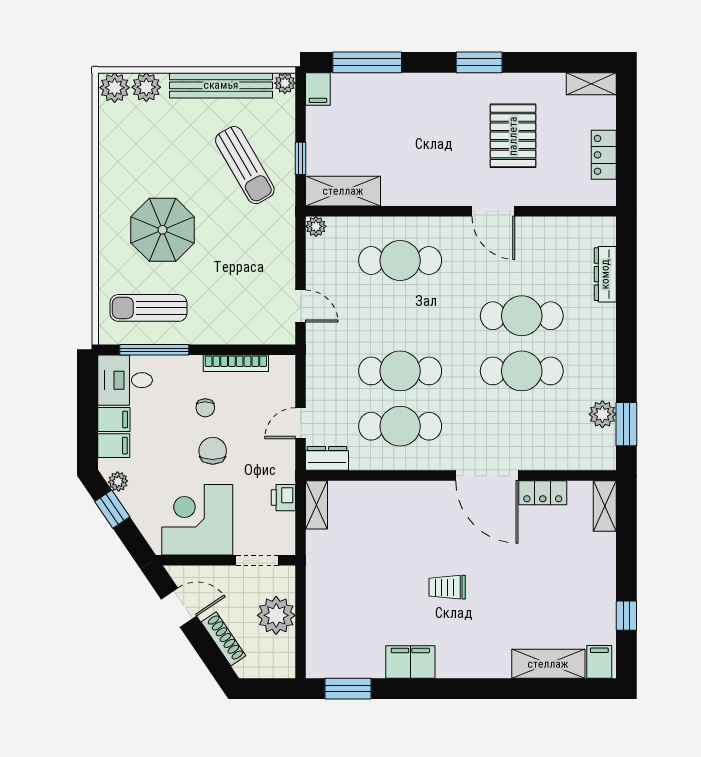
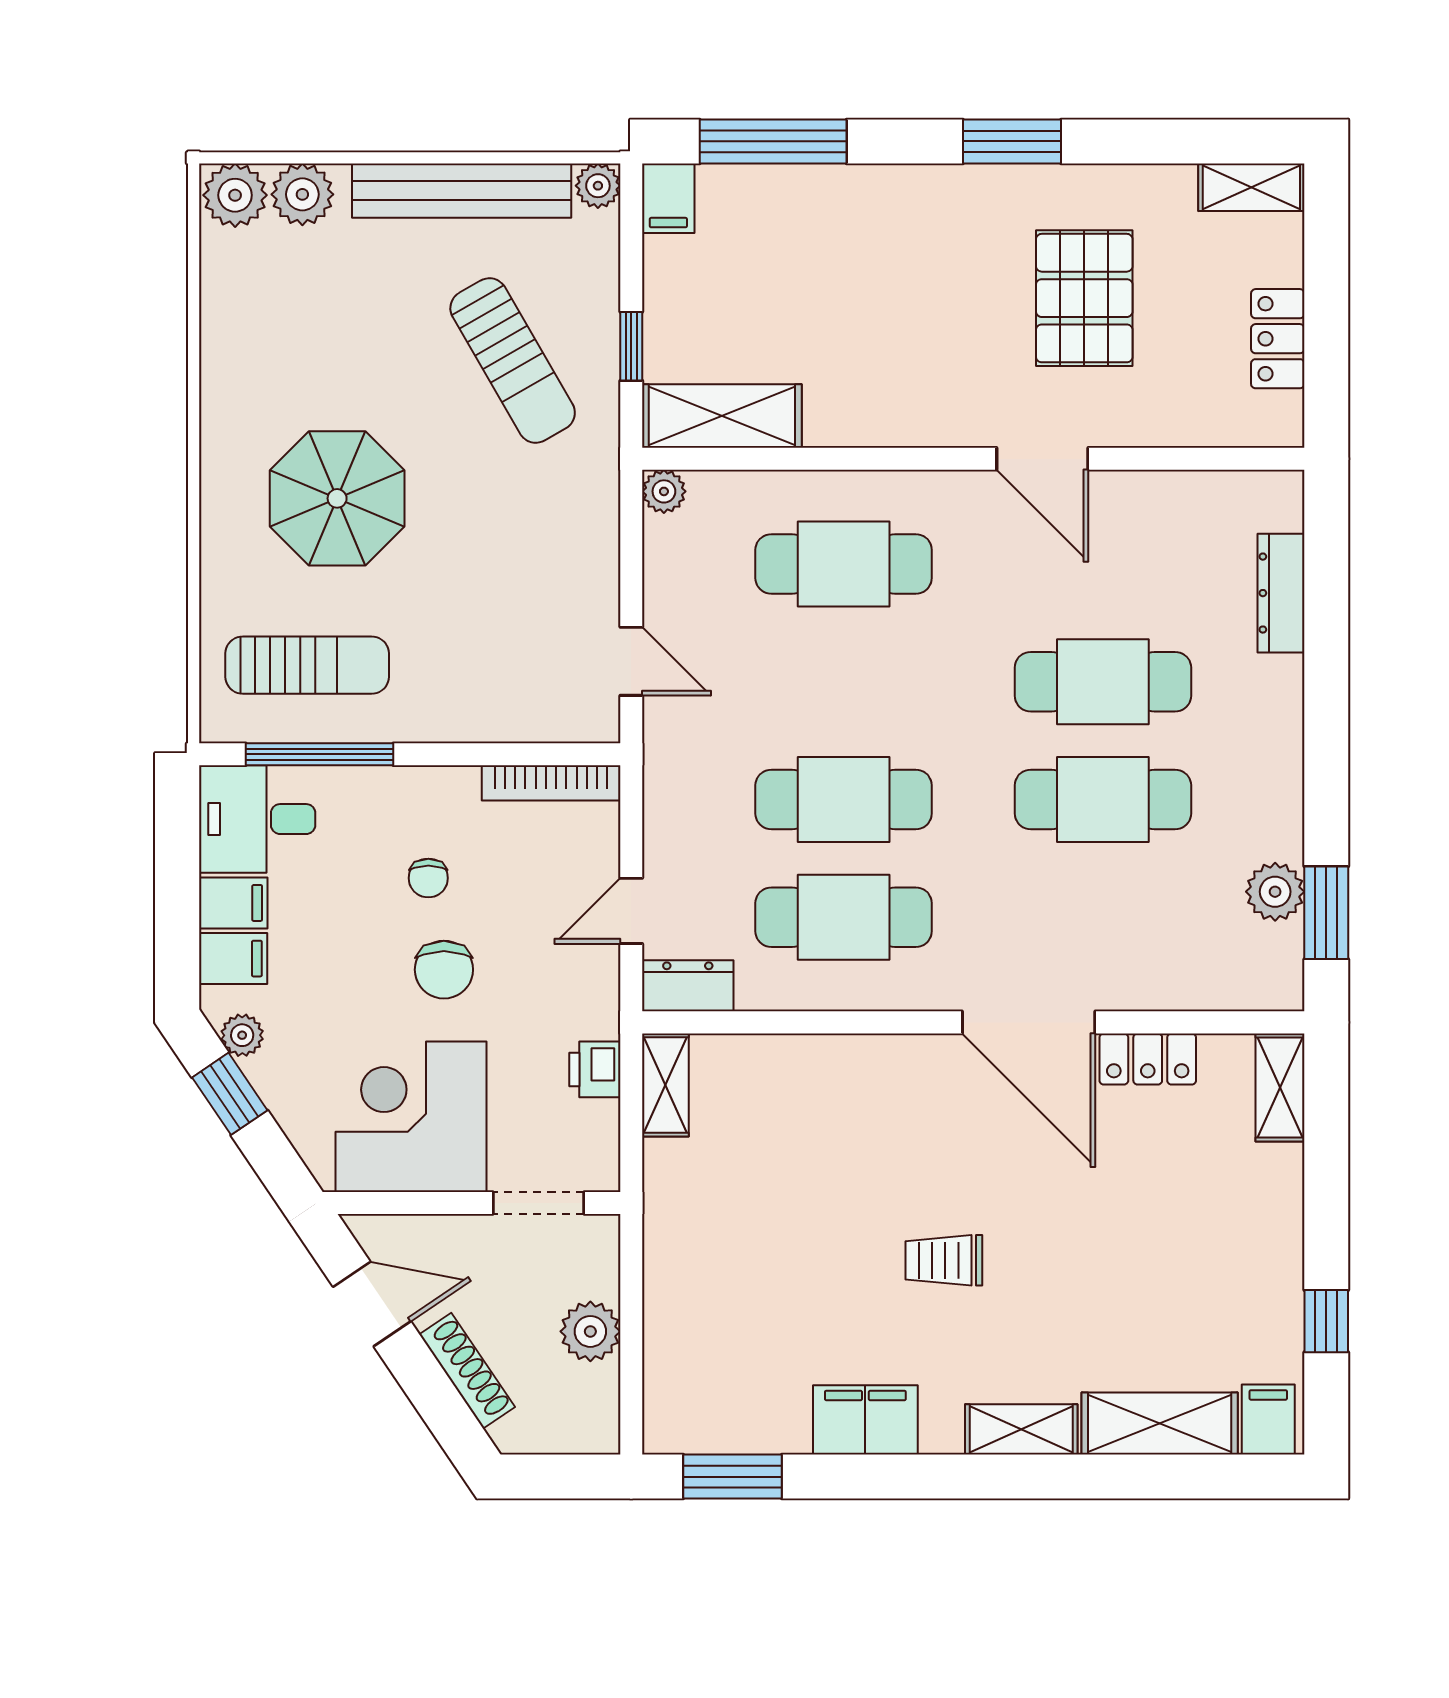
sun lounger: (148, 308) -> (307, 665), turned 180
bookcase: (236, 363) -> (551, 783), moved
chair: (213, 451) -> (444, 970), turned 180
plant: (276, 615) -> (590, 1331), width x0.73, depth x0.73
shelving: (483, 666) -> (1021, 1429), added

